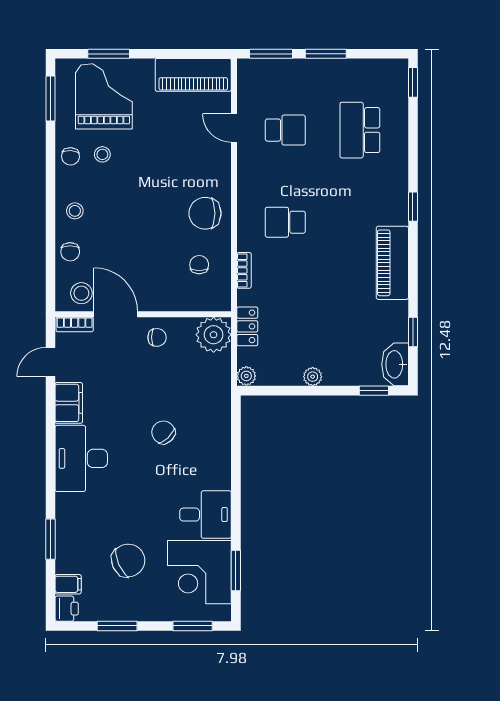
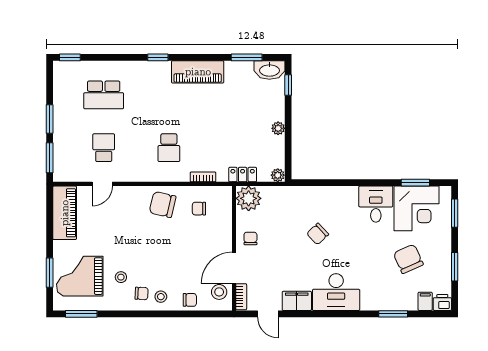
chair: (71, 156) -> (142, 293), moved
chair: (205, 213) -> (163, 204), turned 103
window: (413, 332) -> (247, 57), width x1.50

